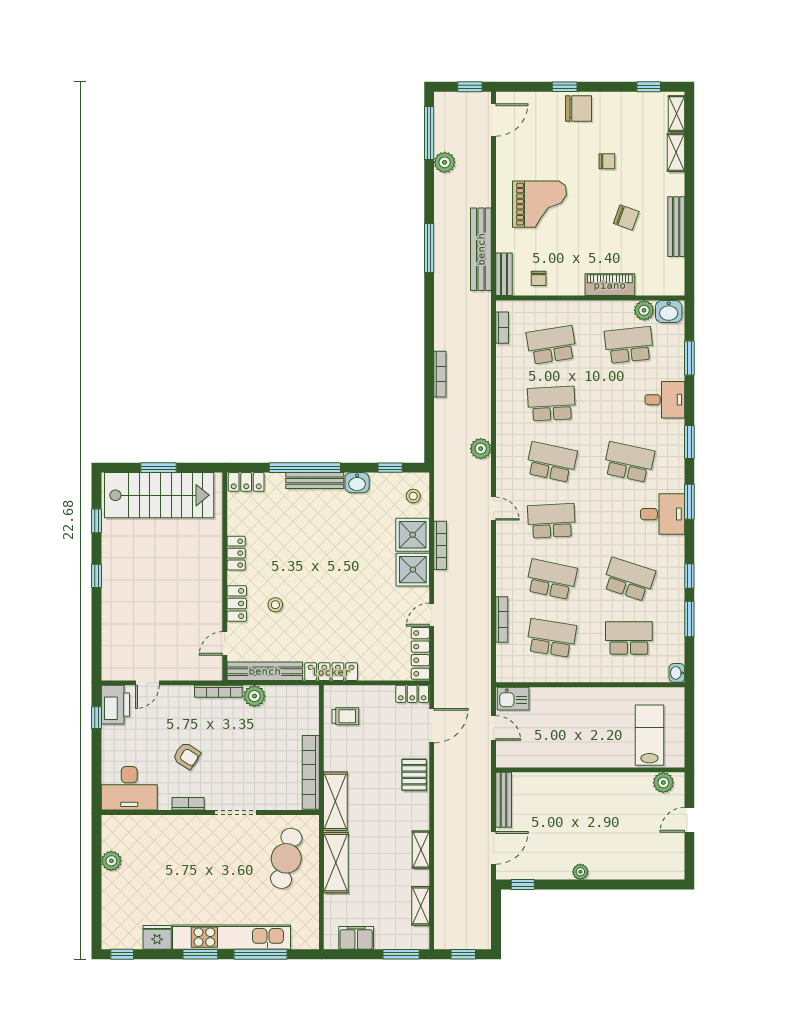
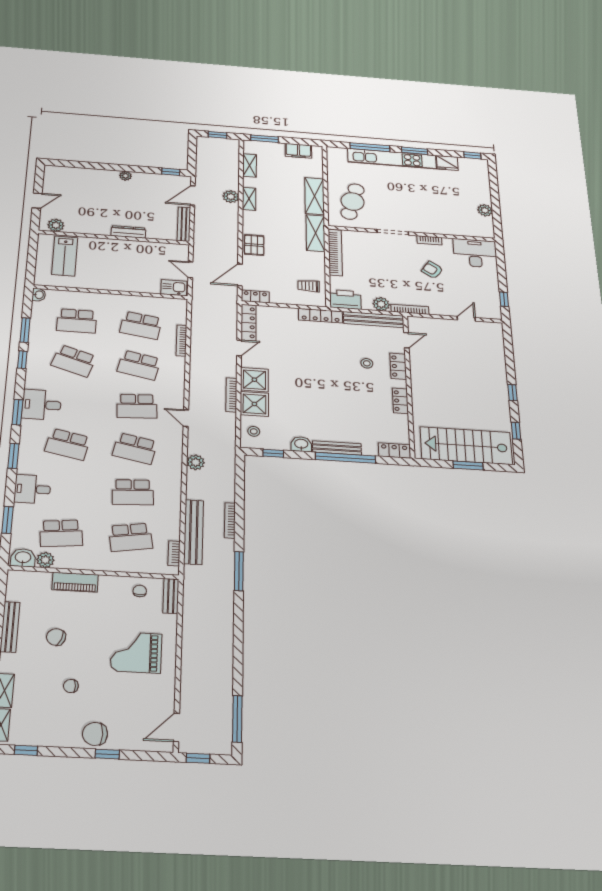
plant: (445, 162) -> (231, 197), moved
window: (429, 248) -> (239, 571), moved
bench: (481, 249) -> (194, 532), moved
printer: (115, 705) -> (345, 300), moved, turned 90
dresser: (573, 781) -> (128, 232), added

